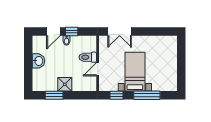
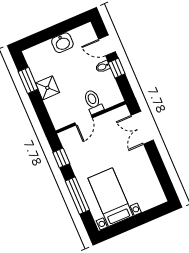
door: (98, 69) -> (84, 120), swing flipped
bed with nightstands: (135, 72) -> (110, 197), moved, turned -90

